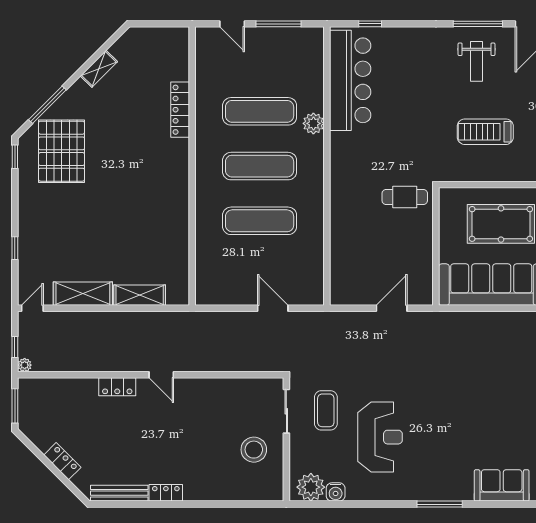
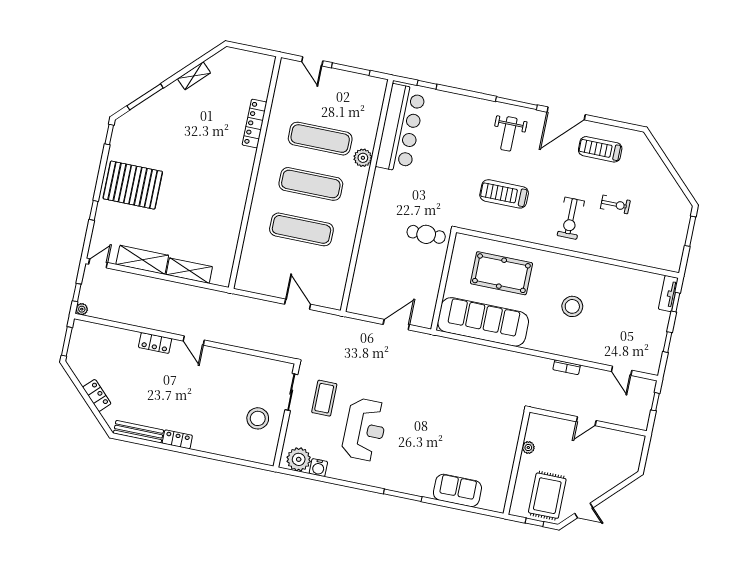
pallet: (62, 151) -> (133, 185), moved, turned 90

